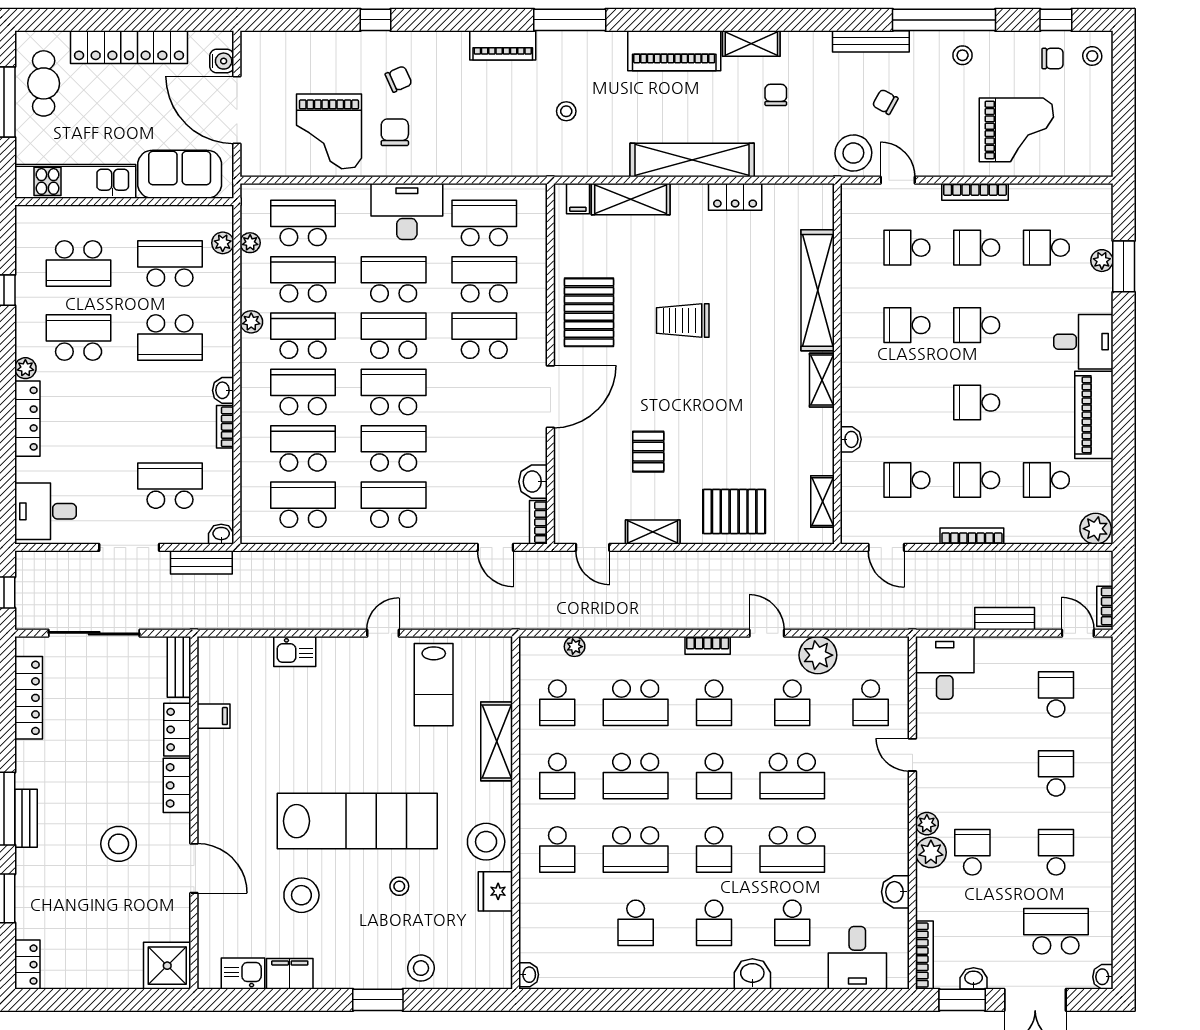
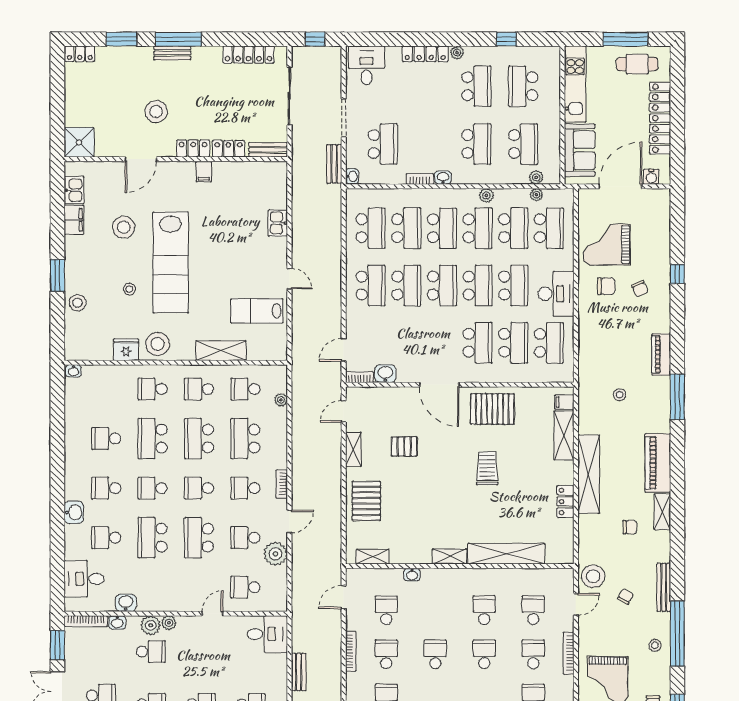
school desk: (170, 338) -> (476, 144), turned 180
filing cabinet: (213, 716) -> (204, 172), moved
washbasin: (974, 978) -> (117, 622), moved, turned 90

